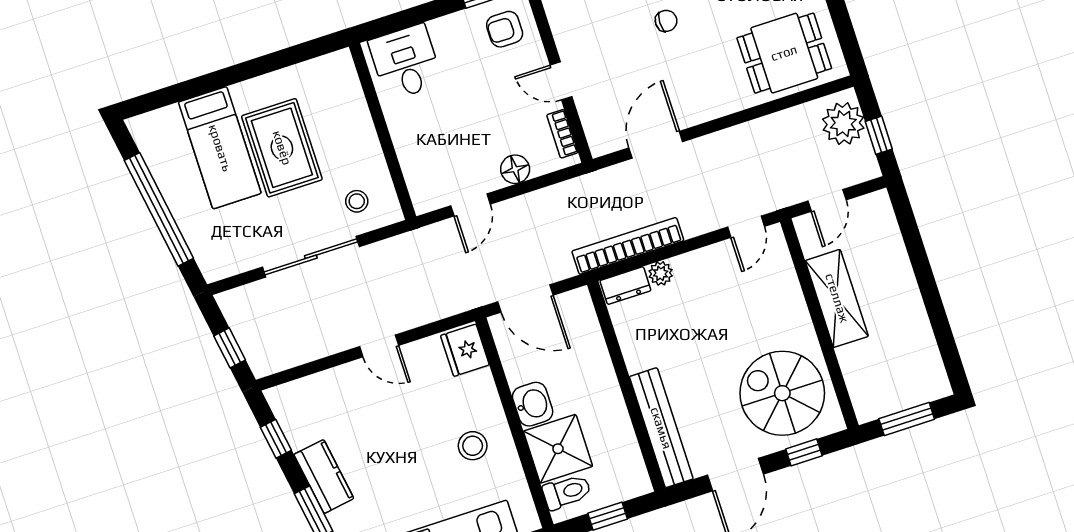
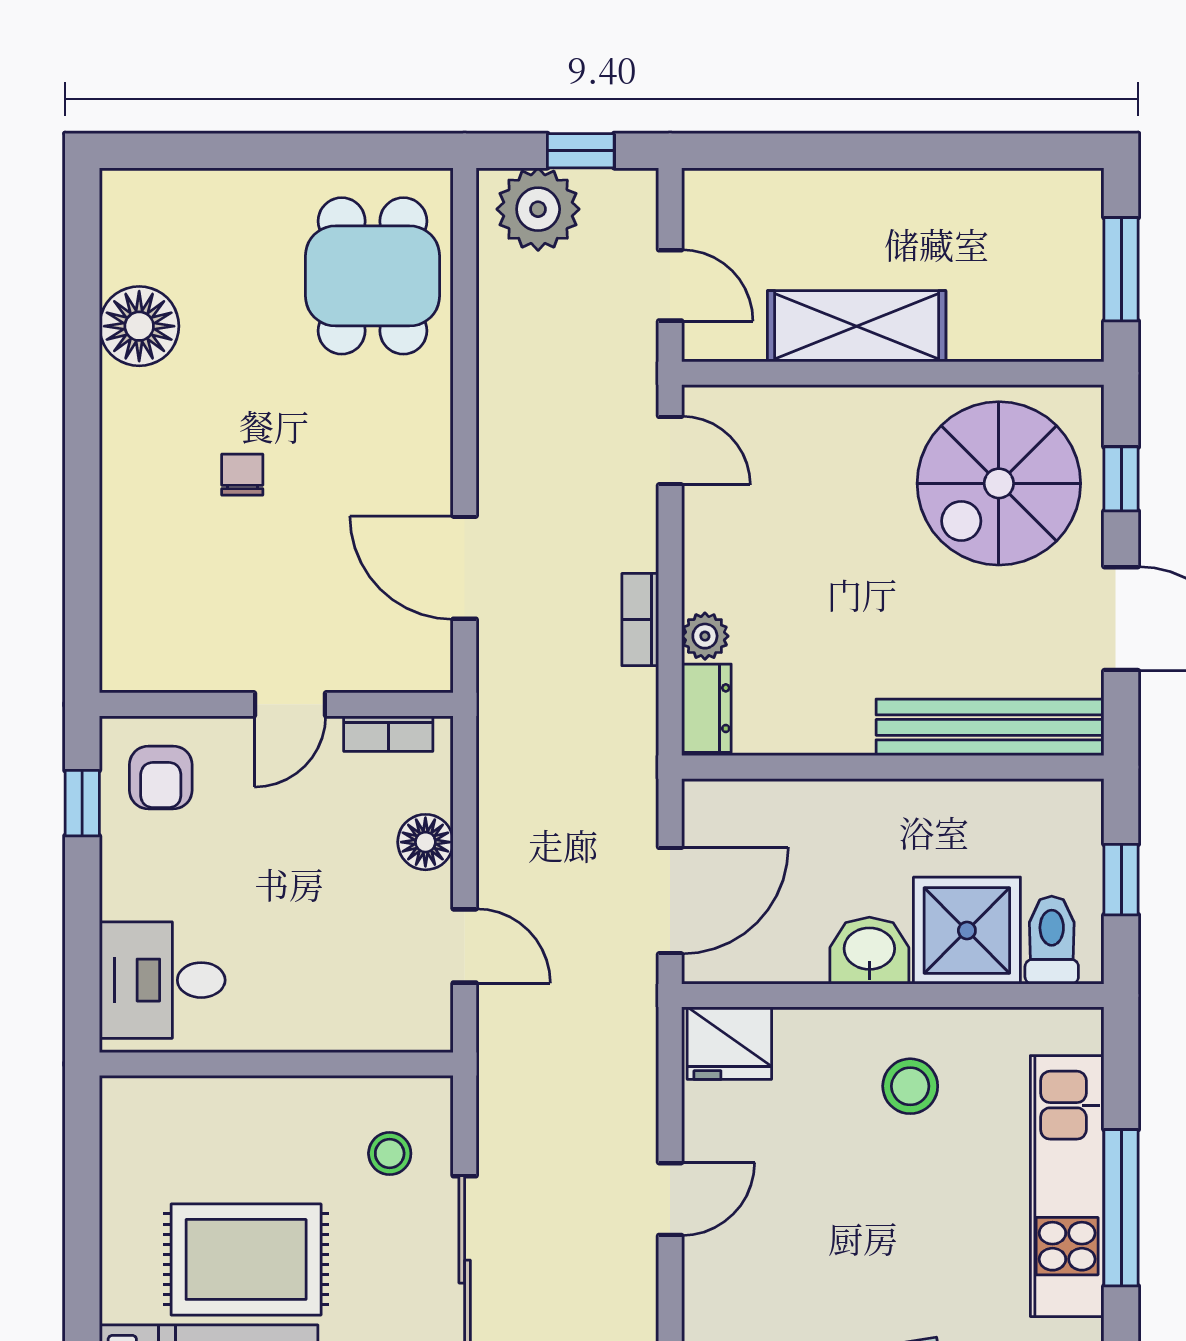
bookcase: (628, 246) -> (640, 620), width x0.43, depth x0.76

